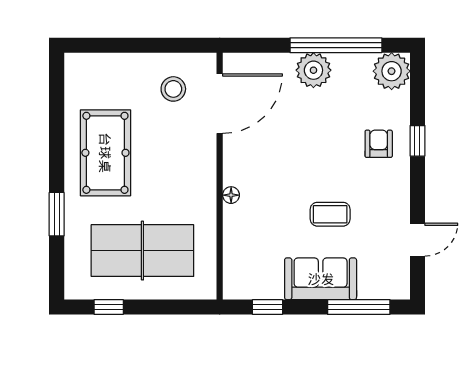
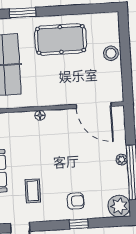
plant: (313, 70) -> (122, 160), width x0.53, depth x0.53
stool: (173, 89) -> (111, 53), moved
coffee table: (330, 214) -> (33, 191), moved

